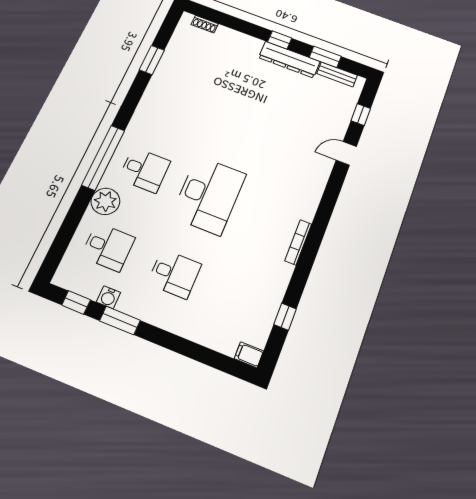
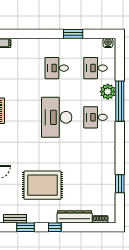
dresser: (289, 60) -> (75, 217), moved
rug: (275, 104) -> (42, 185), added
window: (103, 158) -> (120, 101), moved
water cooler: (108, 297) -> (108, 43), moved
window: (76, 302) -> (98, 34), removed

